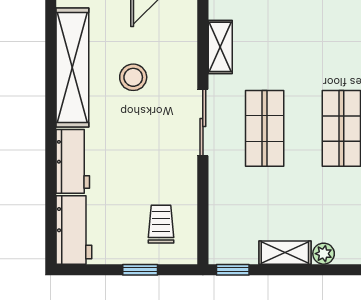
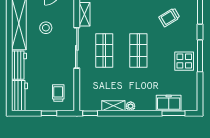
sliding door: (203, 123) -> (77, 48), width x1.37

